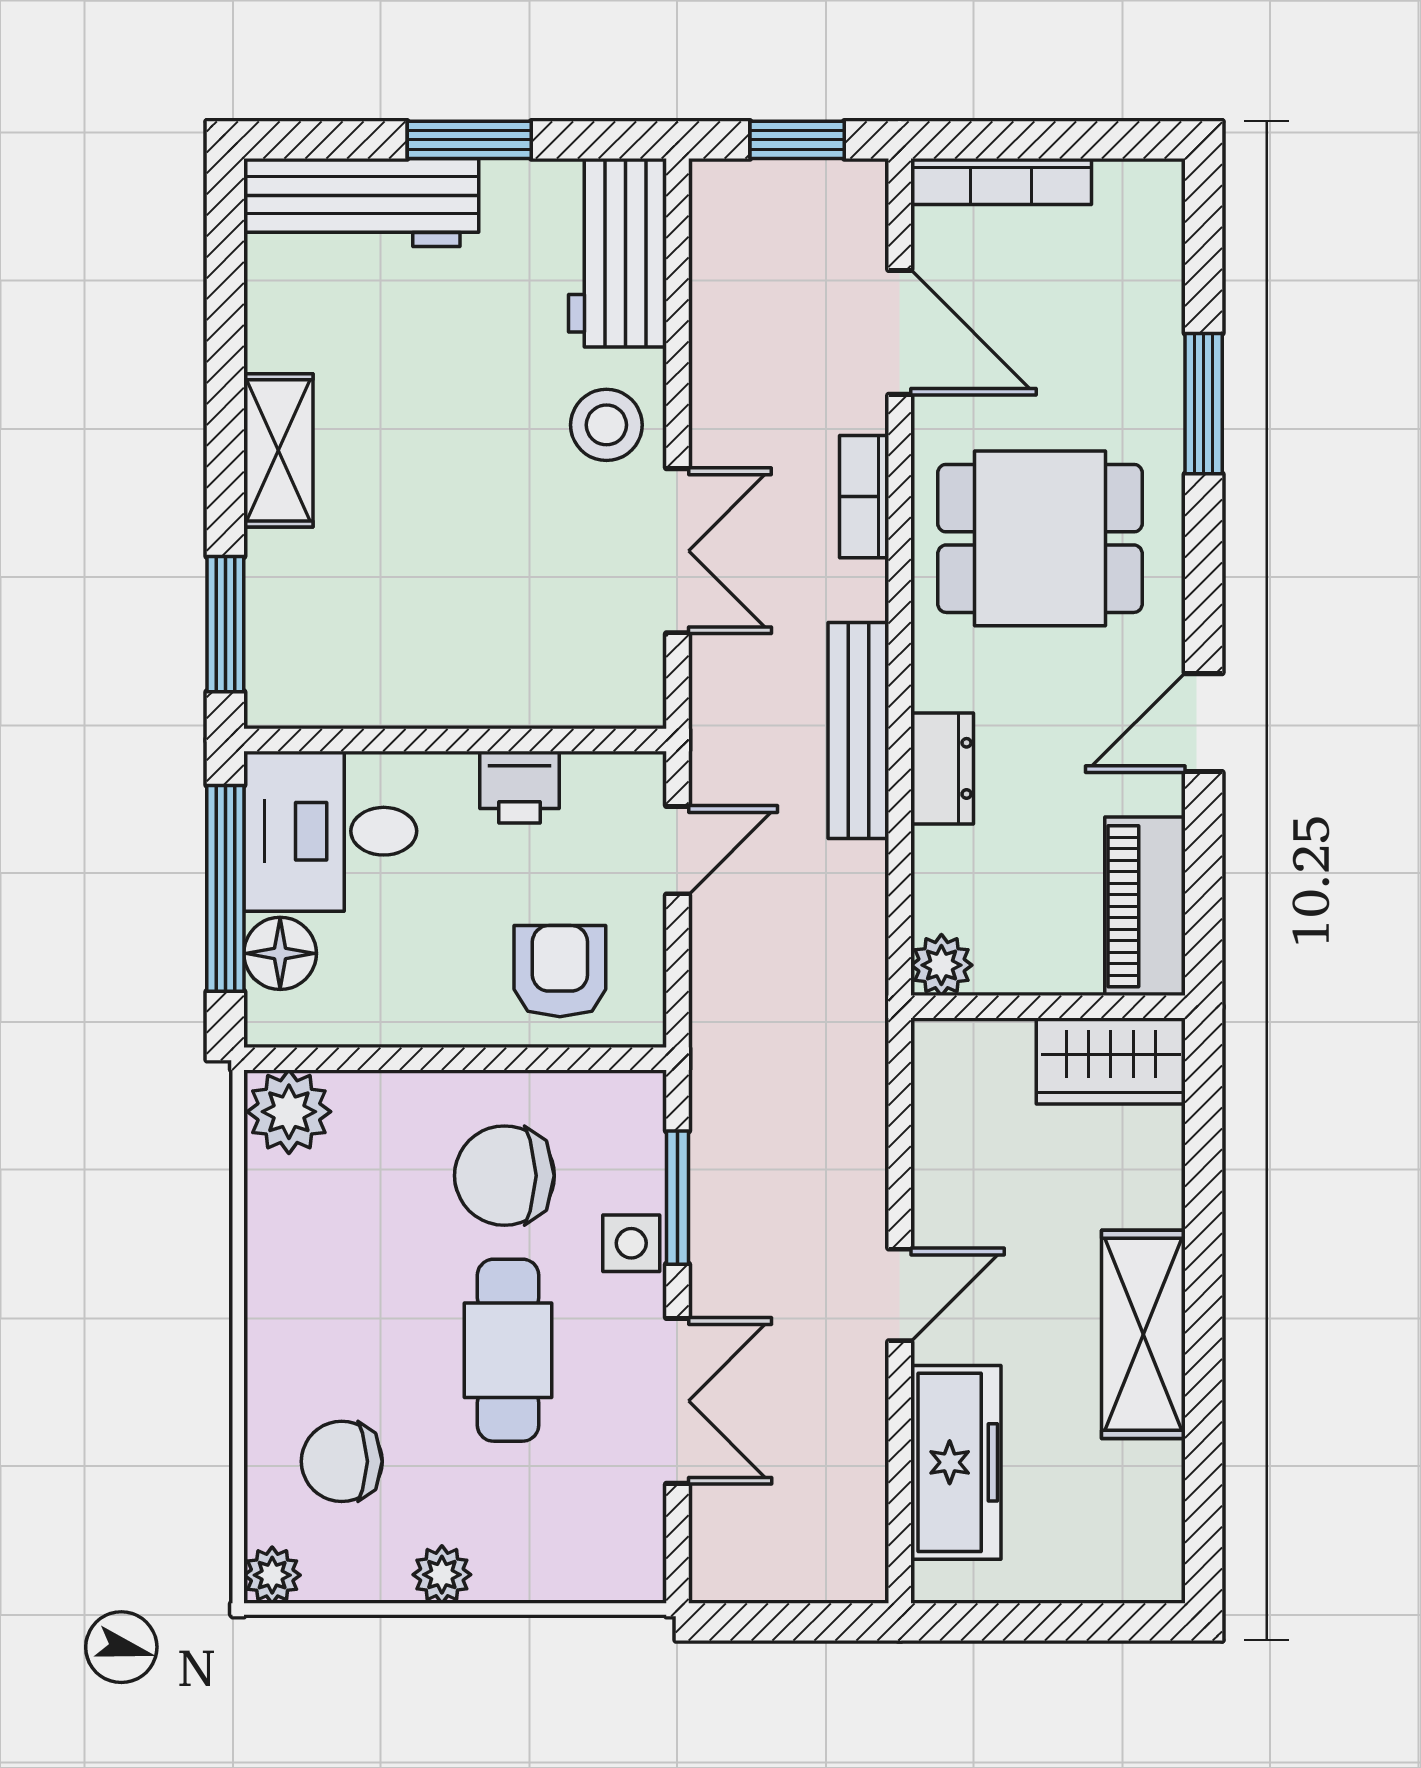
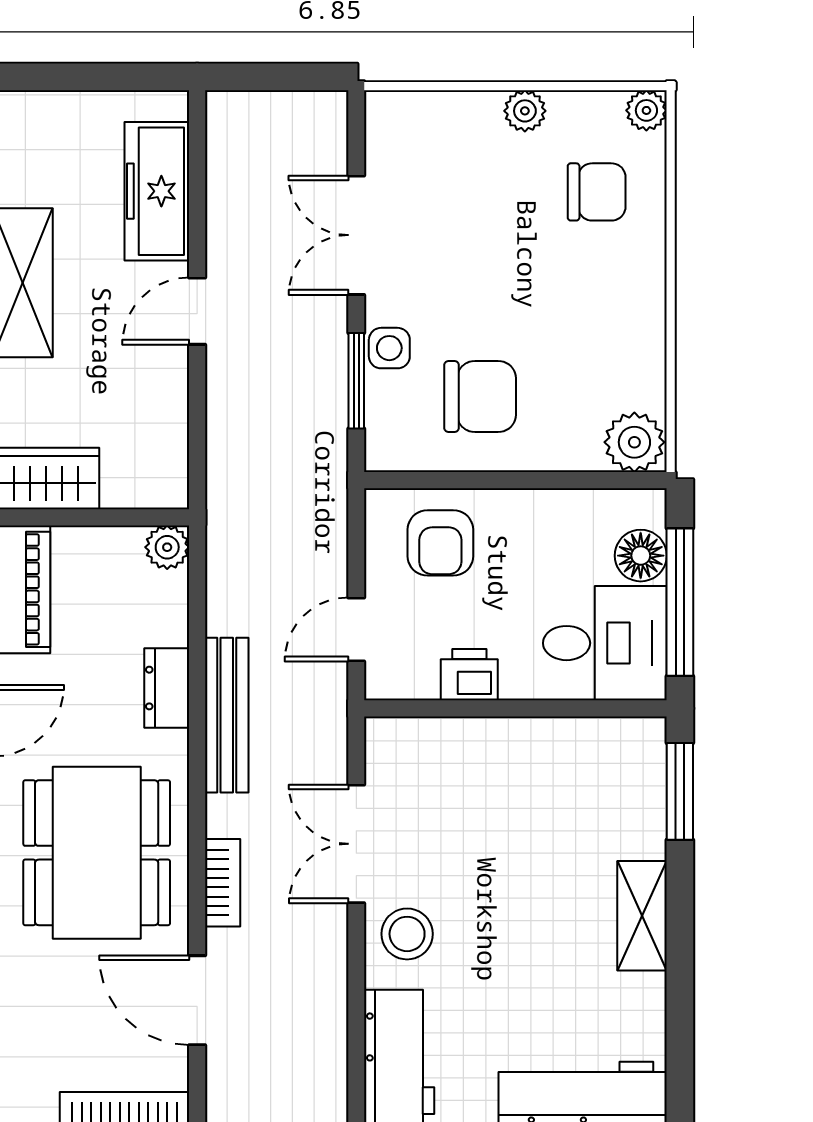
dining table: (1040, 538) -> (97, 853), width x1.38
cafe table: (508, 1350) -> (478, 271), removed

